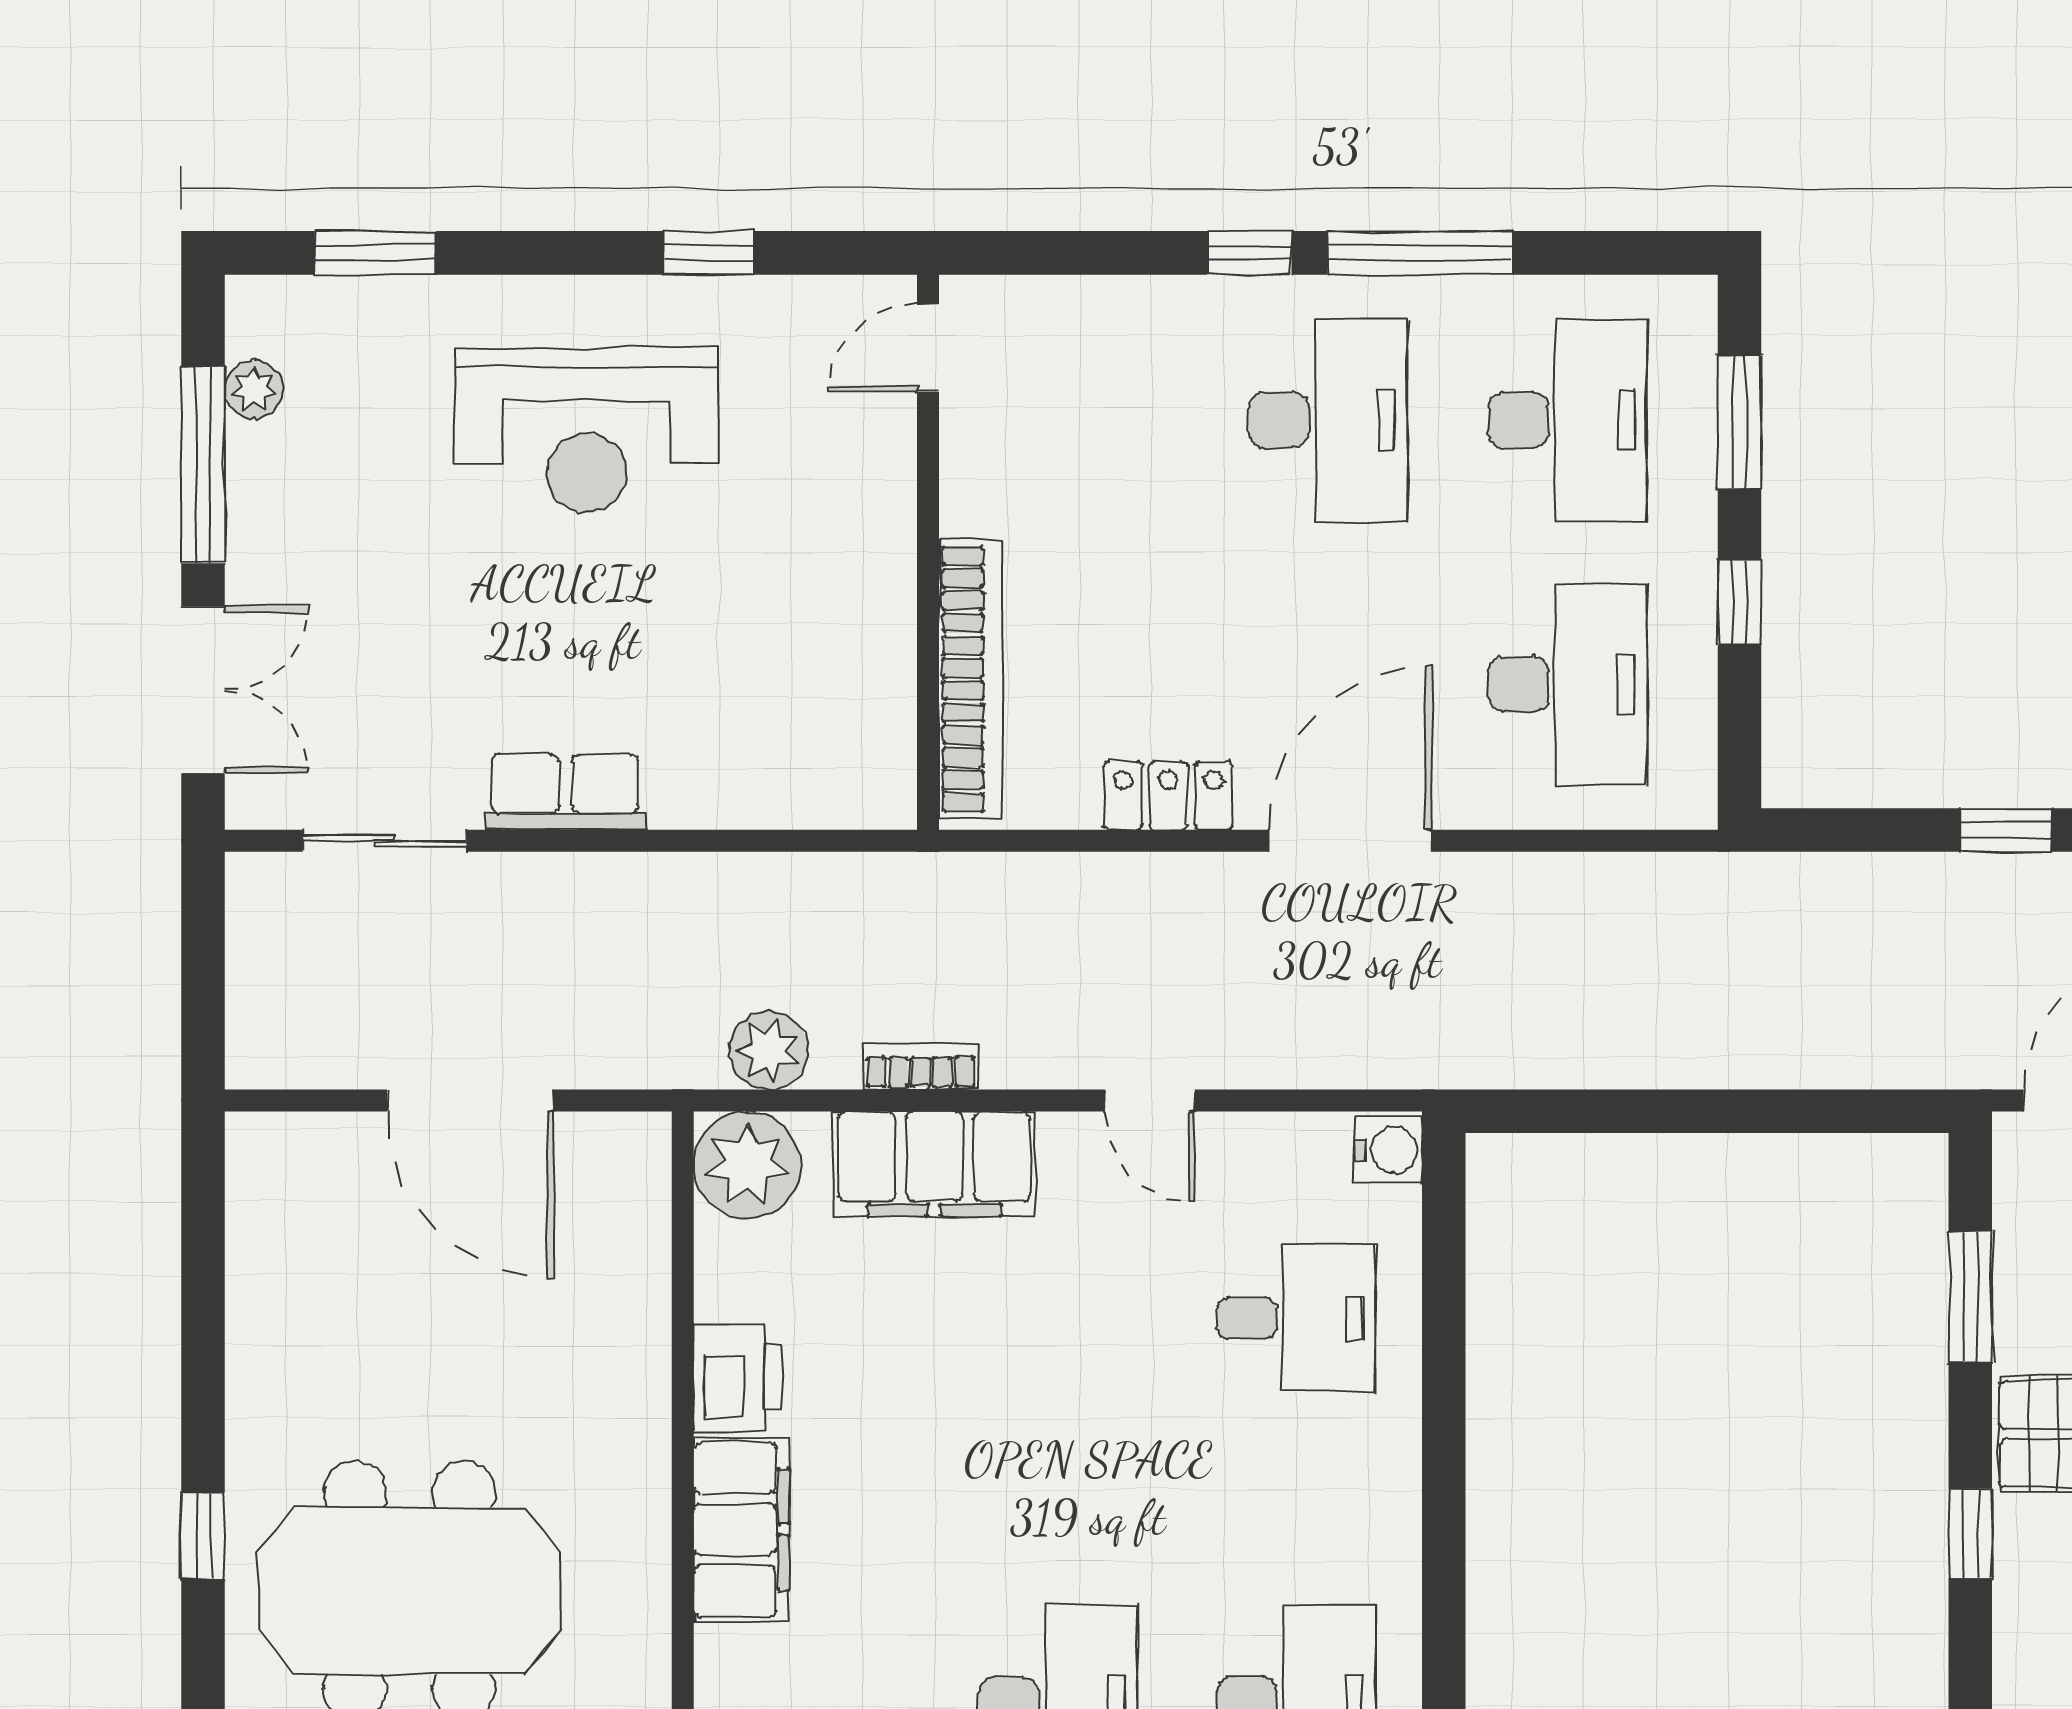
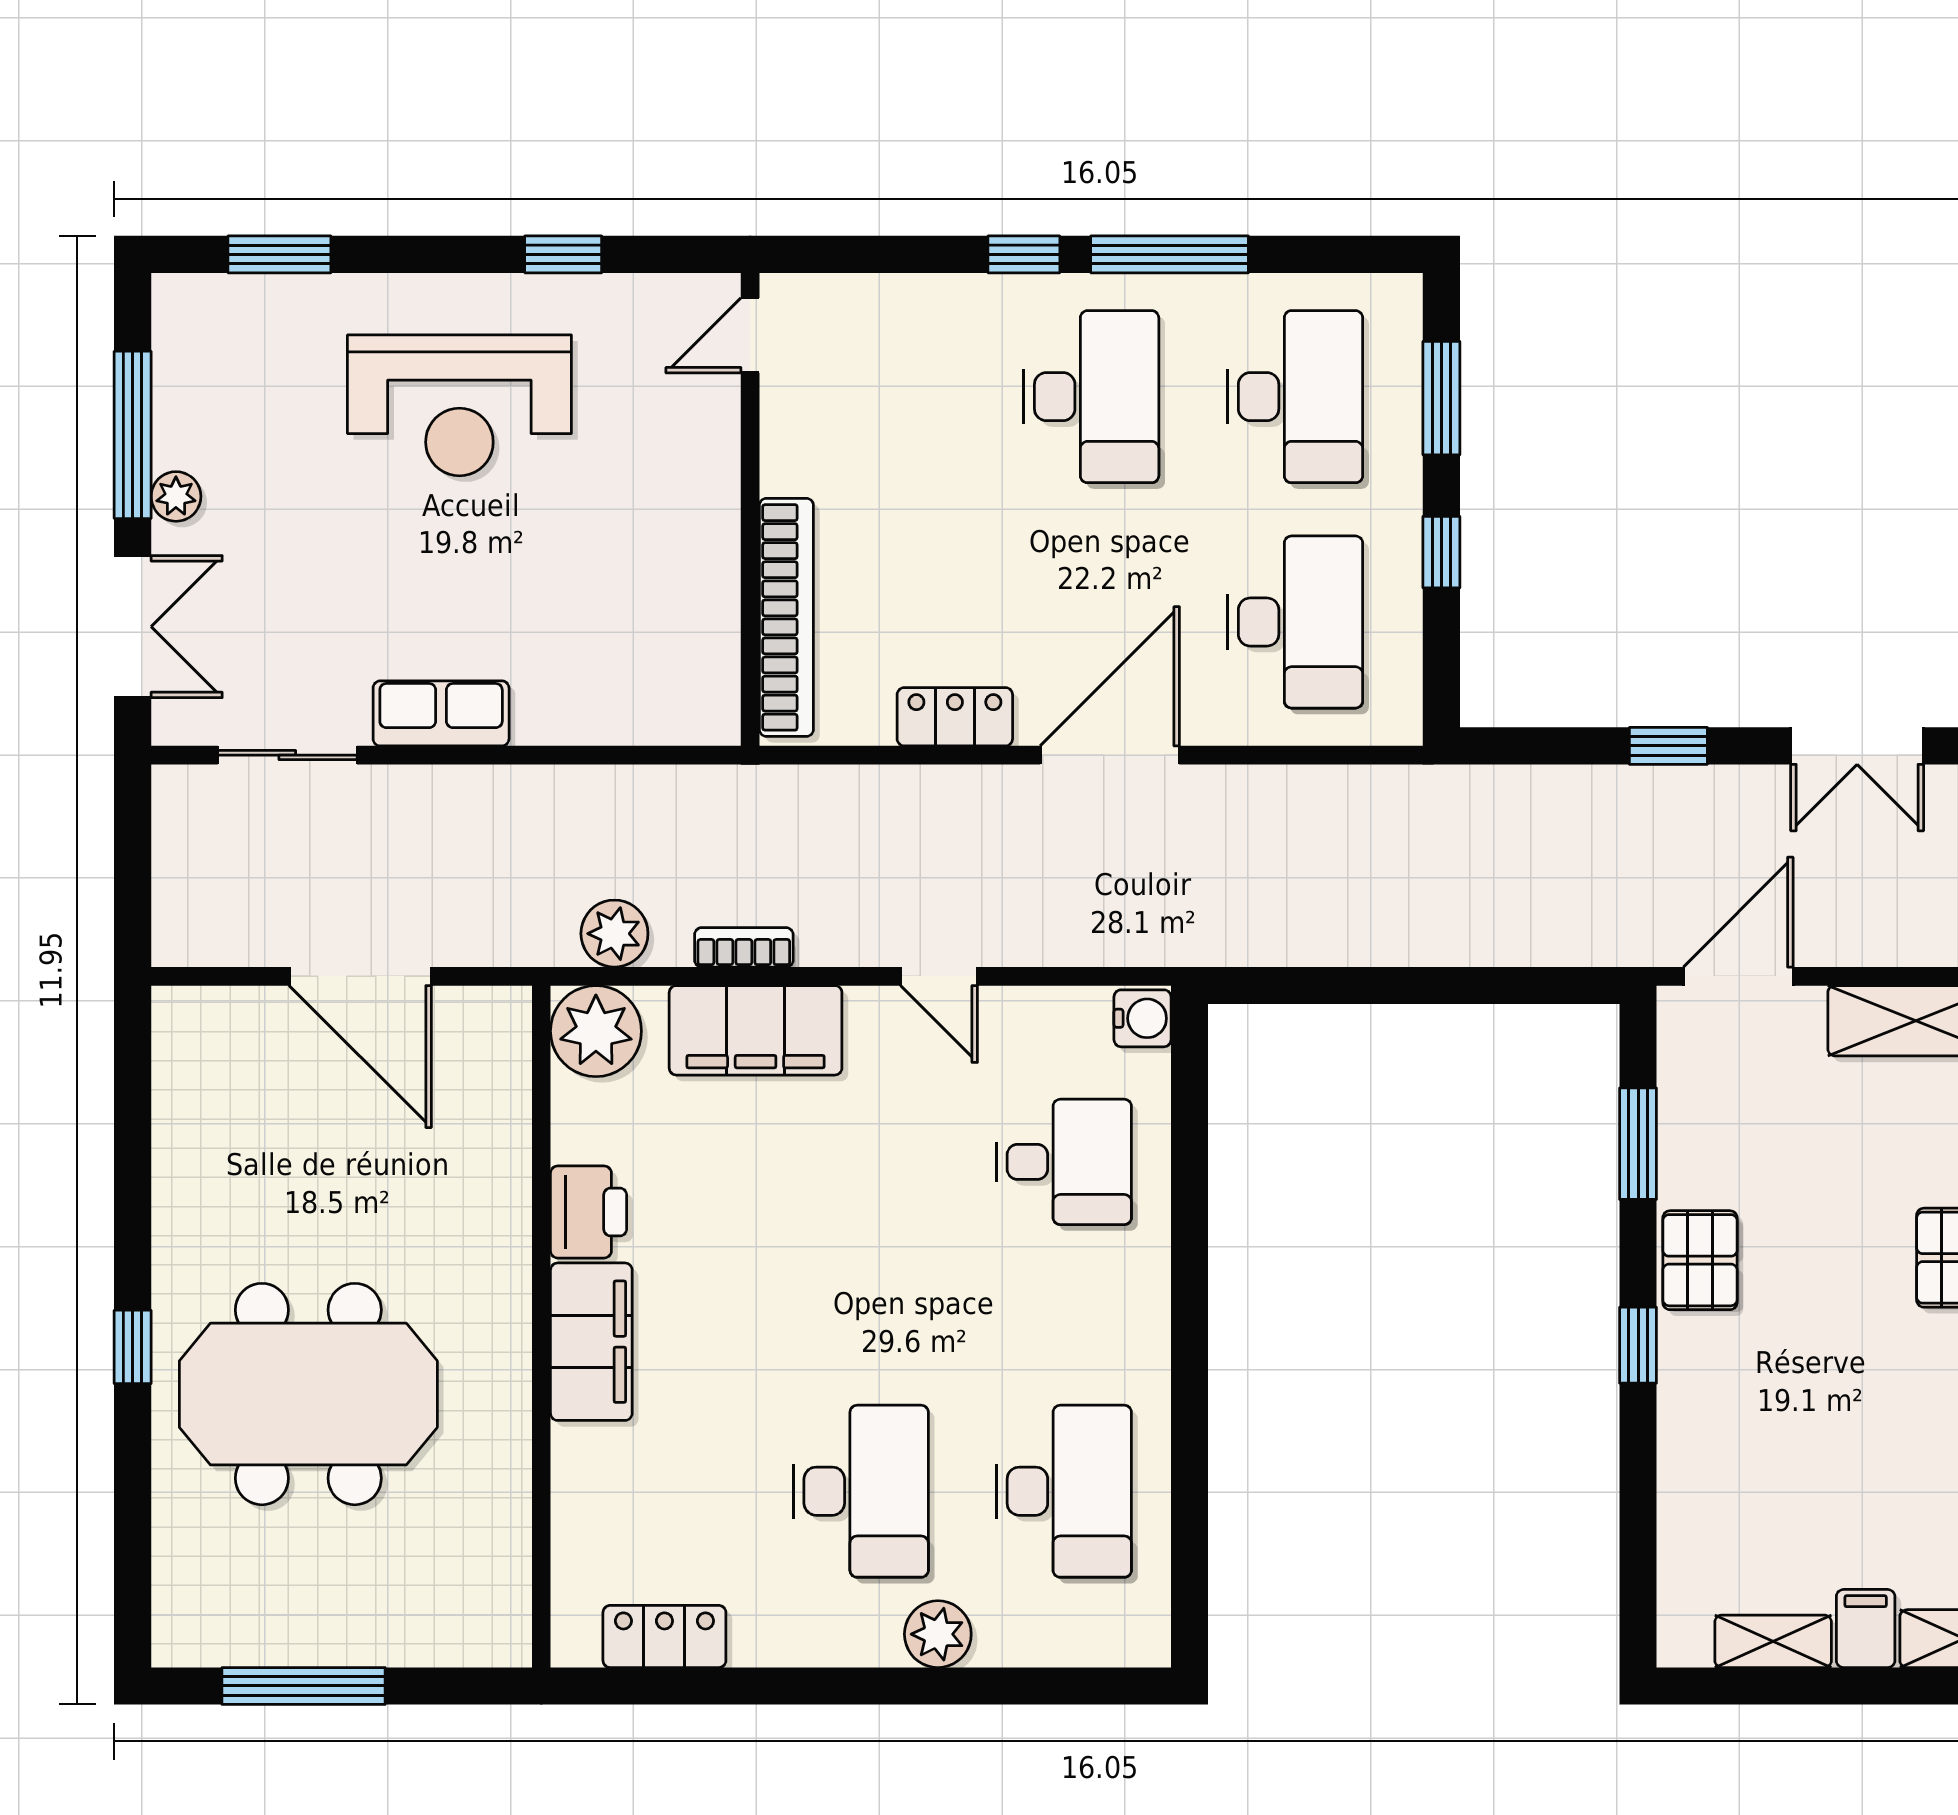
plant: (254, 390) -> (176, 496), moved

